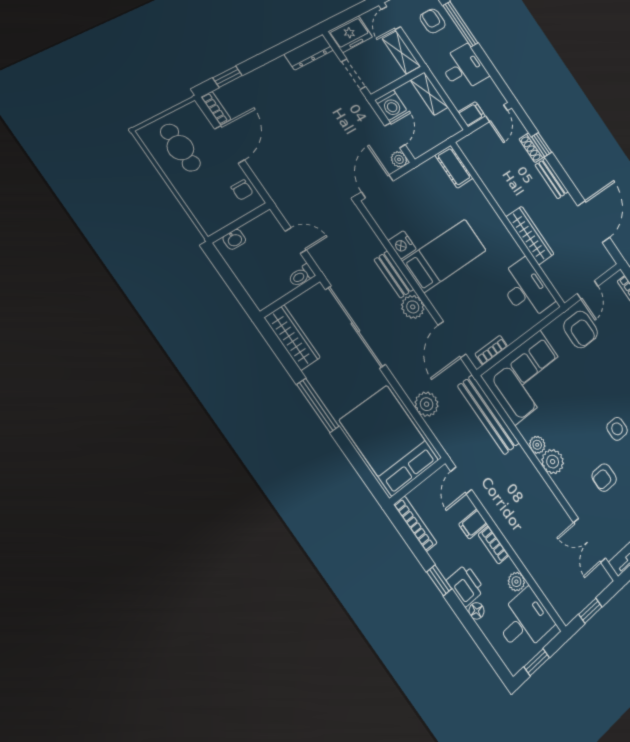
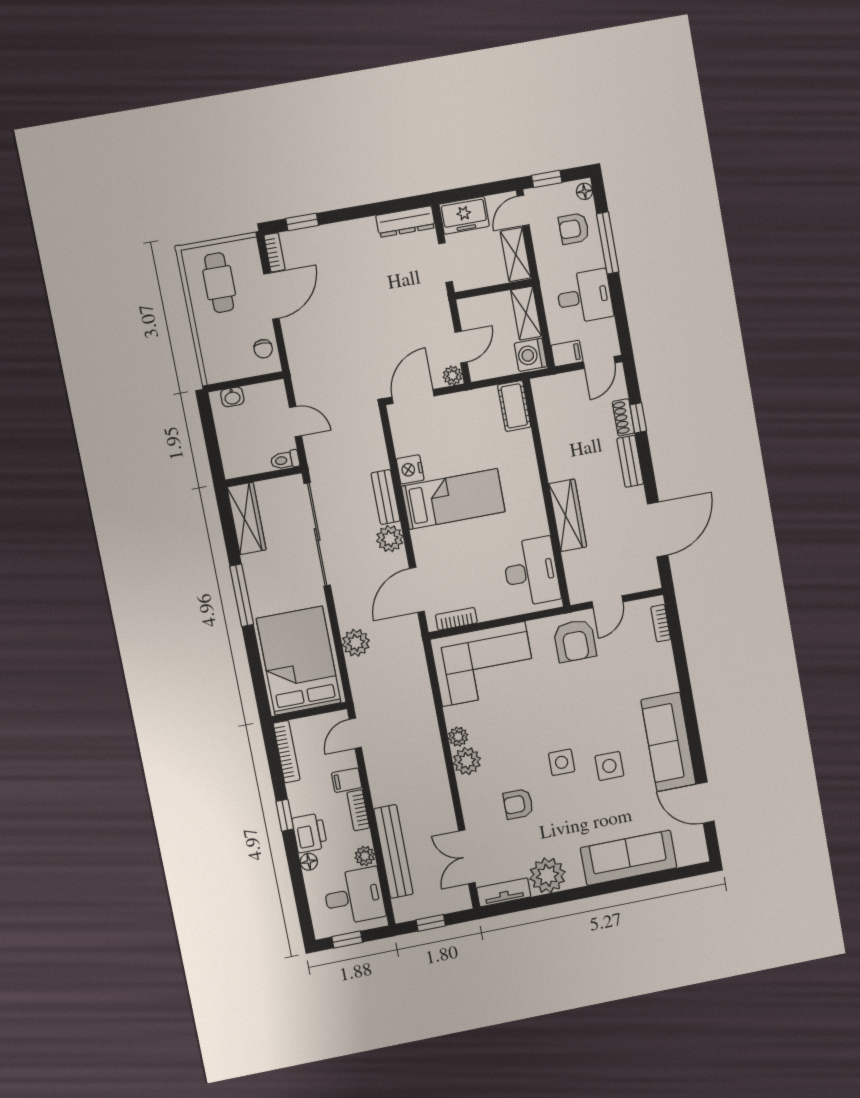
armchair: (433, 21) -> (574, 229), turned -90
washing machine: (391, 105) -> (531, 355), moved, turned 90
bench: (488, 415) -> (393, 851), moved

